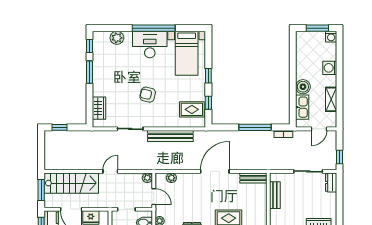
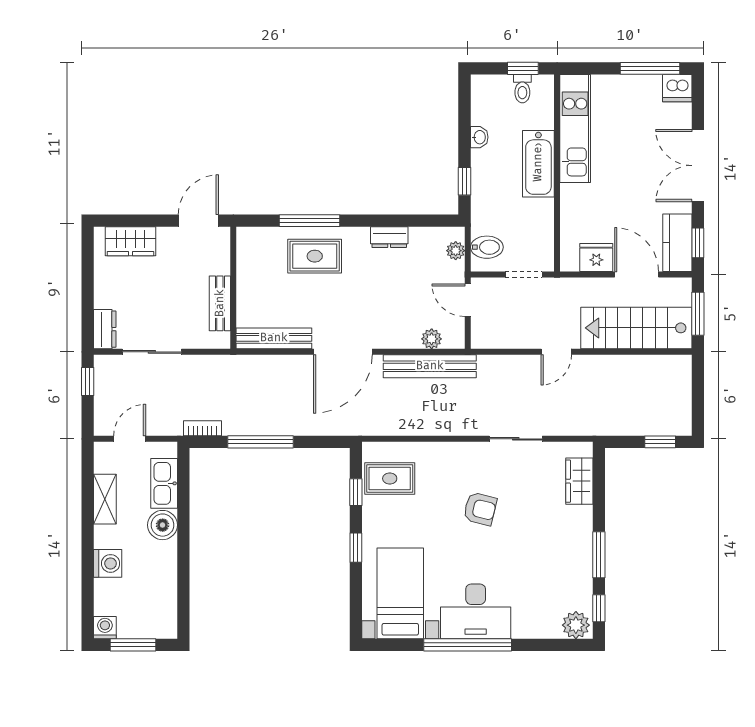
plant: (117, 38) -> (576, 625), moved
bench: (170, 136) -> (430, 366), moved
plant: (147, 178) -> (481, 339), removed
bench: (253, 178) -> (274, 338), width x1.36

